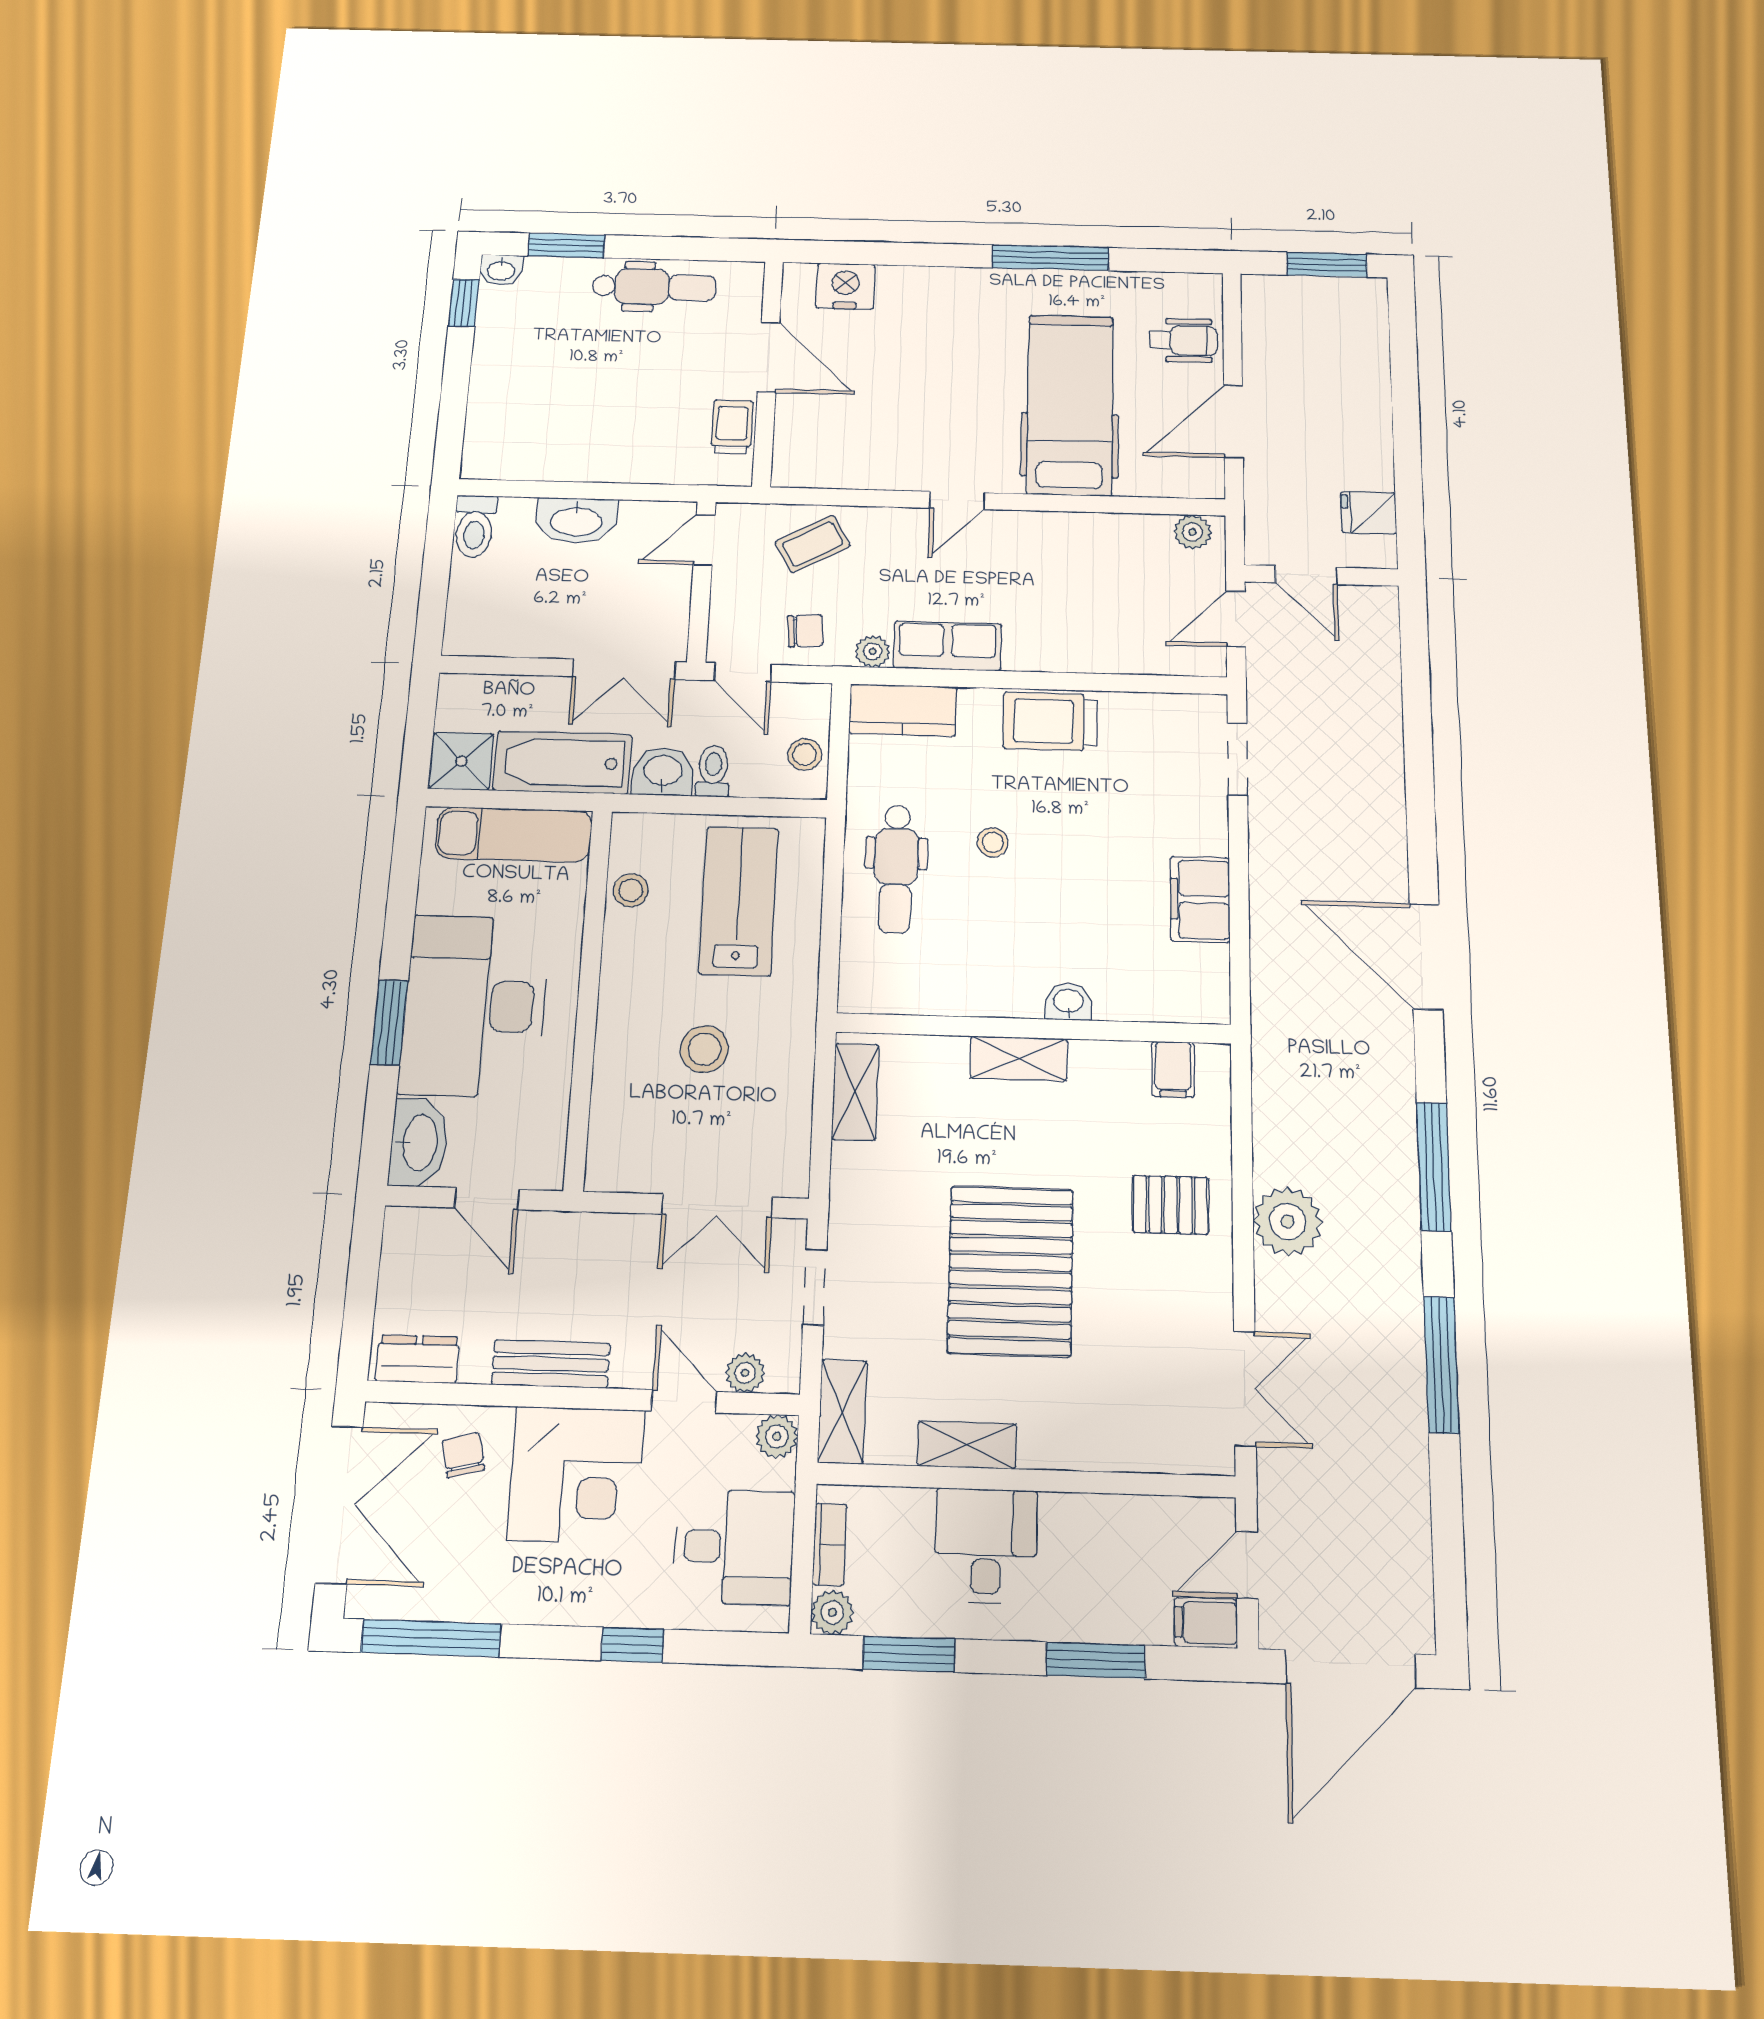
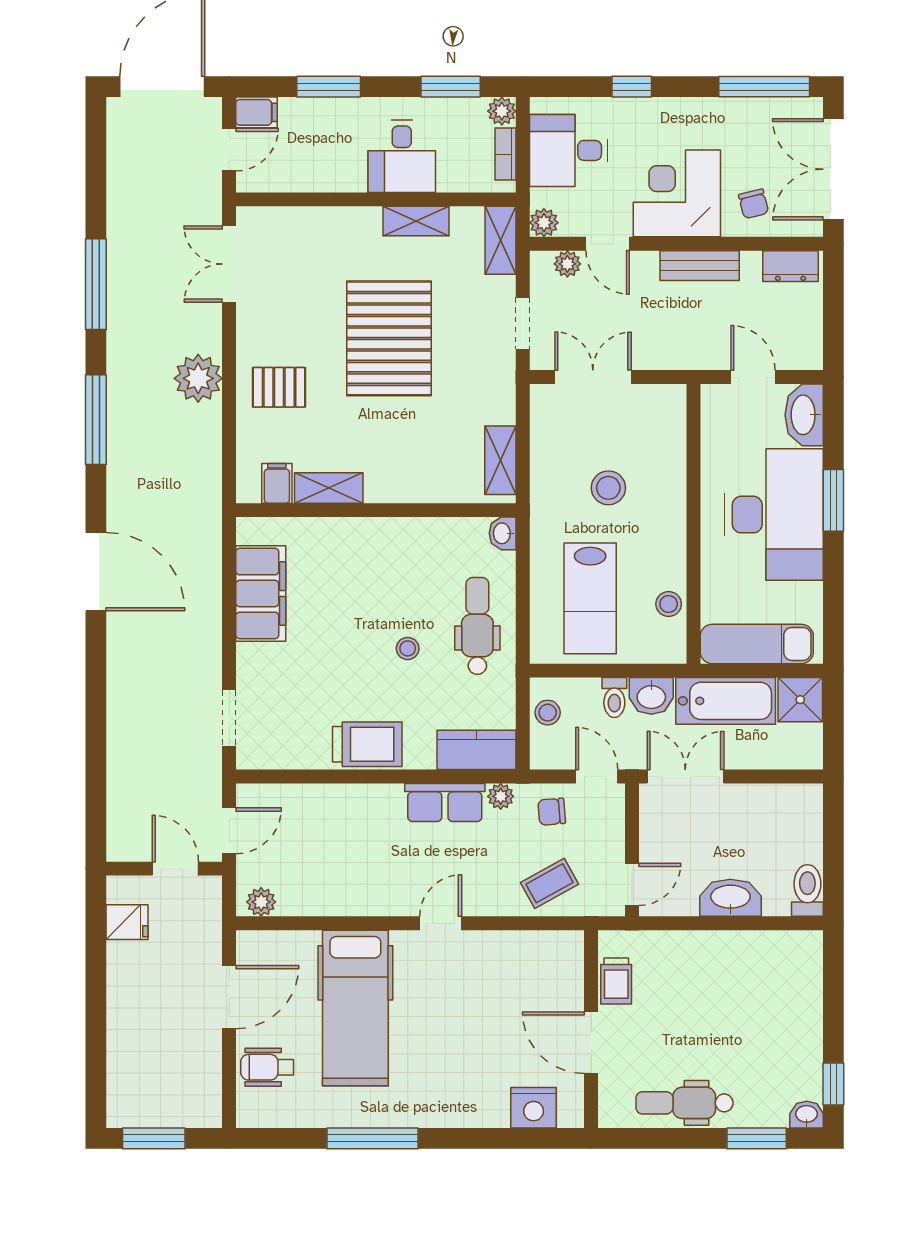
filing cabinet: (1200, 899) -> (261, 593), width x1.50, depth x1.17
washbasin: (1069, 1002) -> (503, 533), moved, turned 90
shelving: (1019, 1058) -> (329, 488), moved

